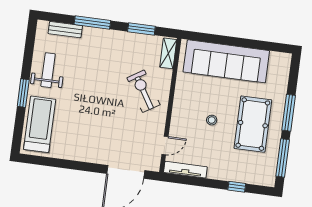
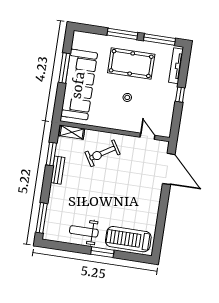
window: (92, 22) -> (42, 218), moved
bench: (65, 30) -> (58, 170), moved
window: (246, 43) -> (64, 68), added
tv unit: (185, 170) -> (176, 66), moved
window: (237, 187) -> (180, 95), moved

